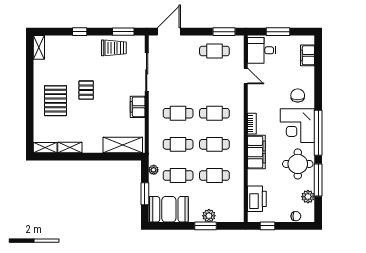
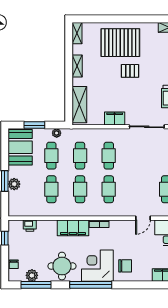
pallet: (55, 101) -> (120, 43), width x1.37, depth x1.41
shelving: (70, 147) -> (77, 66), moved
window: (318, 180) -> (36, 285), moved
printer: (257, 199) -> (30, 226), width x0.53, depth x0.68

